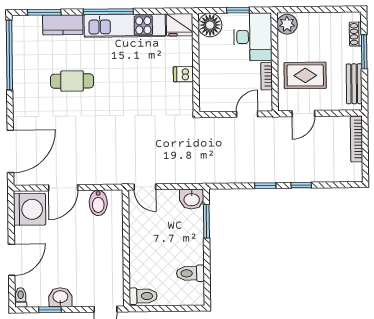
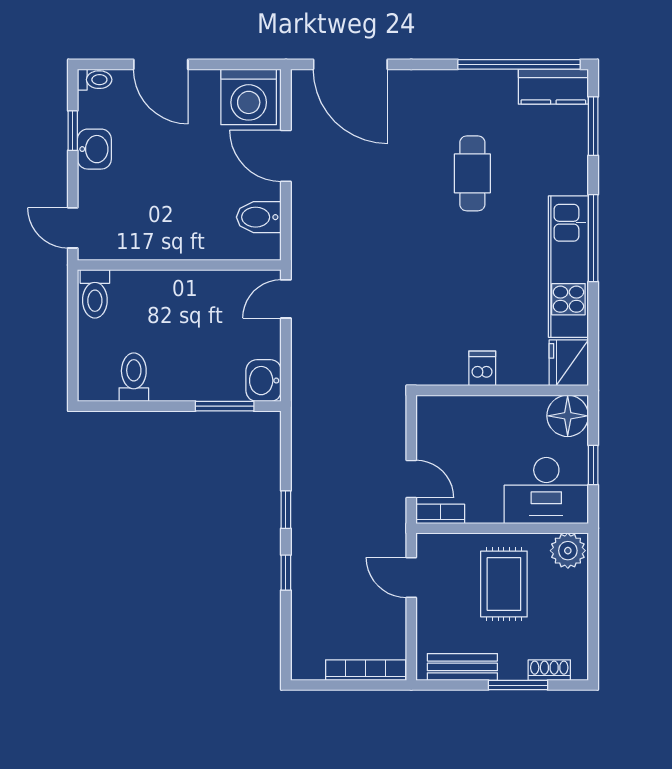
kitchen counter: (63, 25) -> (553, 87), moved, turned -90
rug: (305, 75) -> (504, 584), moved
bookcase: (267, 76) -> (440, 514), moved

